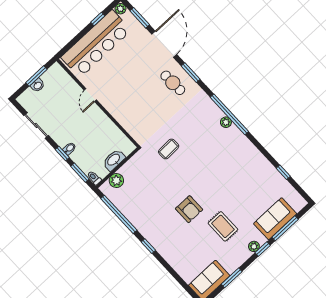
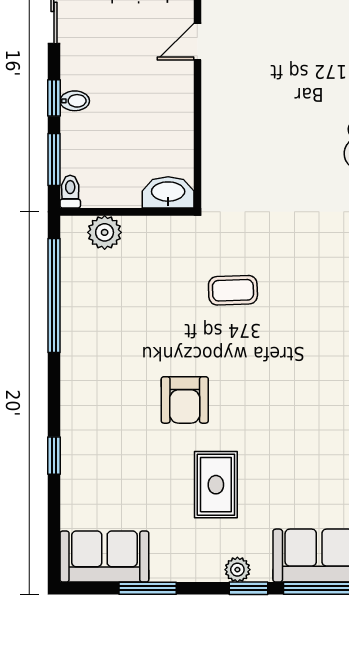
coffee table: (169, 149) -> (233, 290), moved
washbasin: (114, 160) -> (168, 192), moved
window: (148, 246) -> (54, 456), moved

